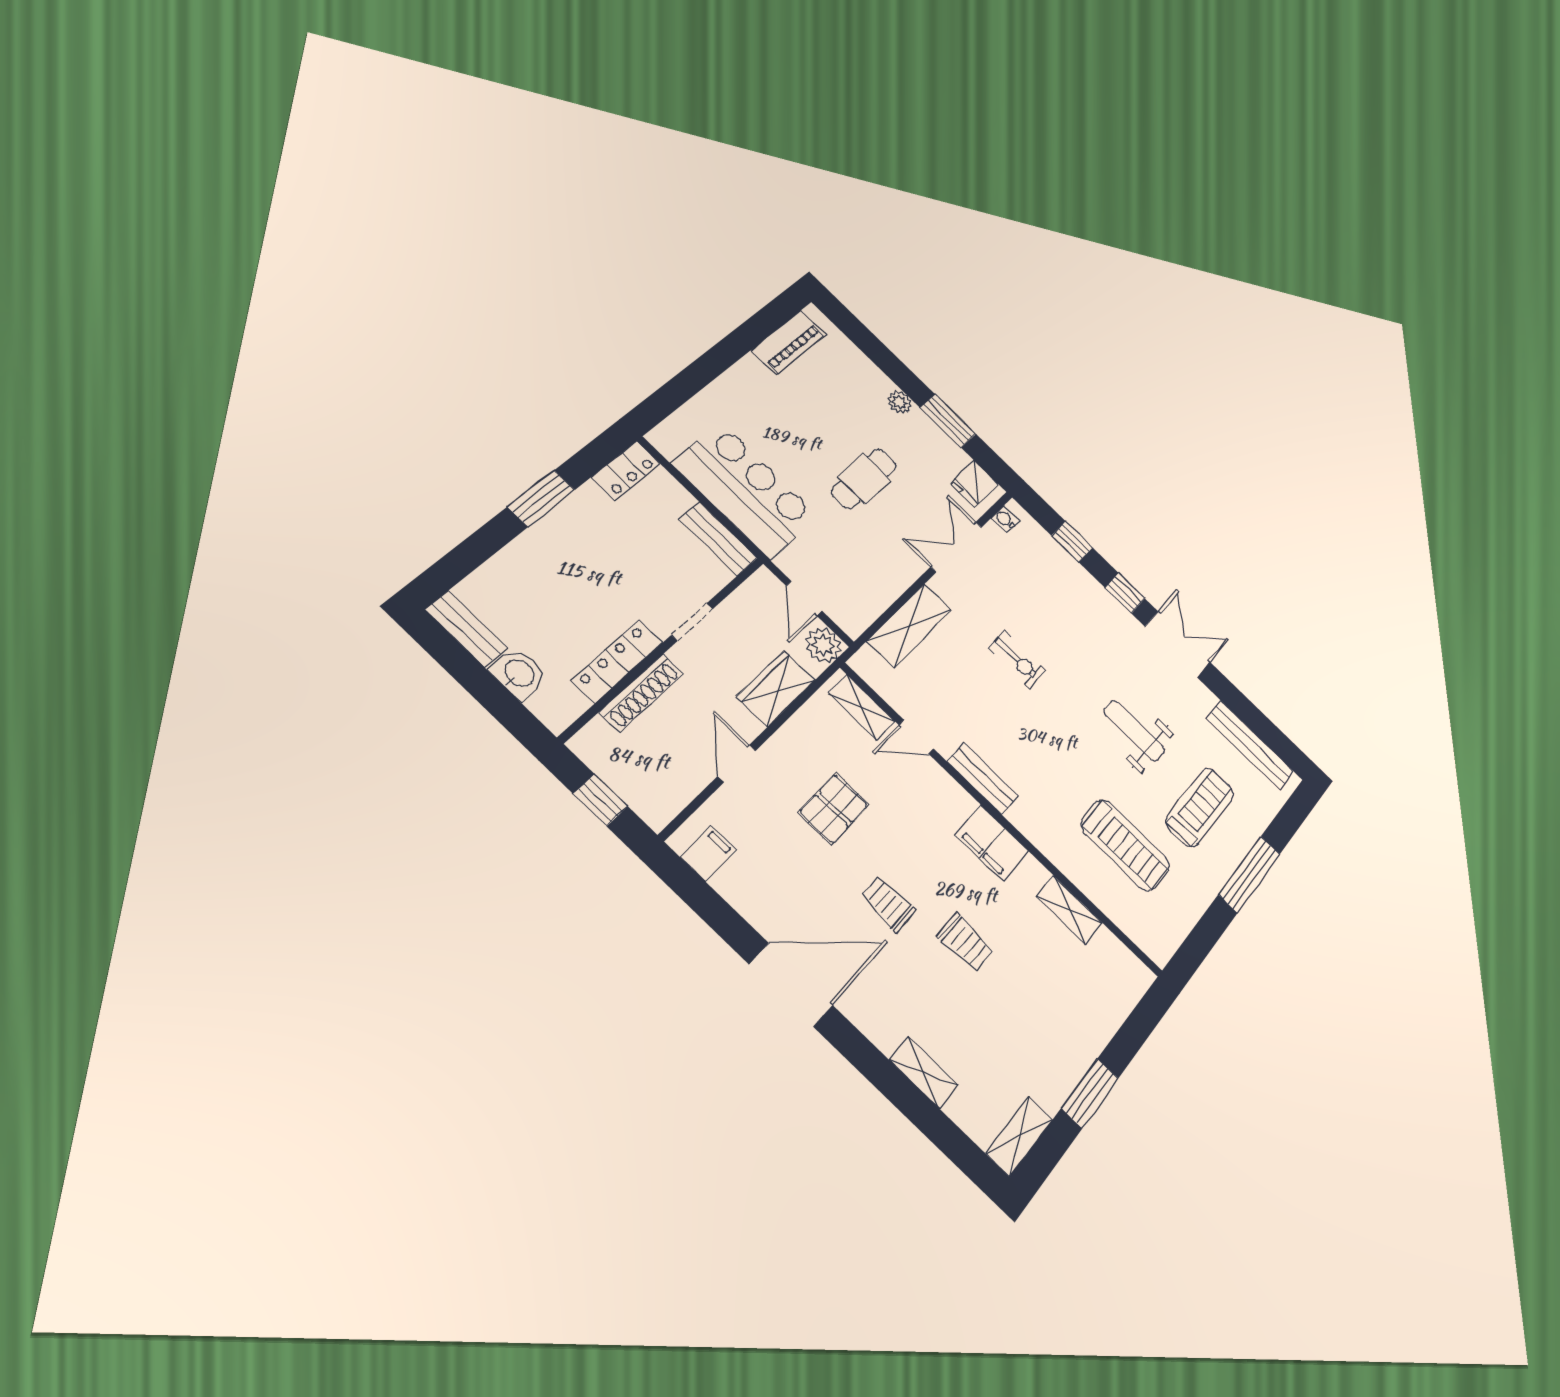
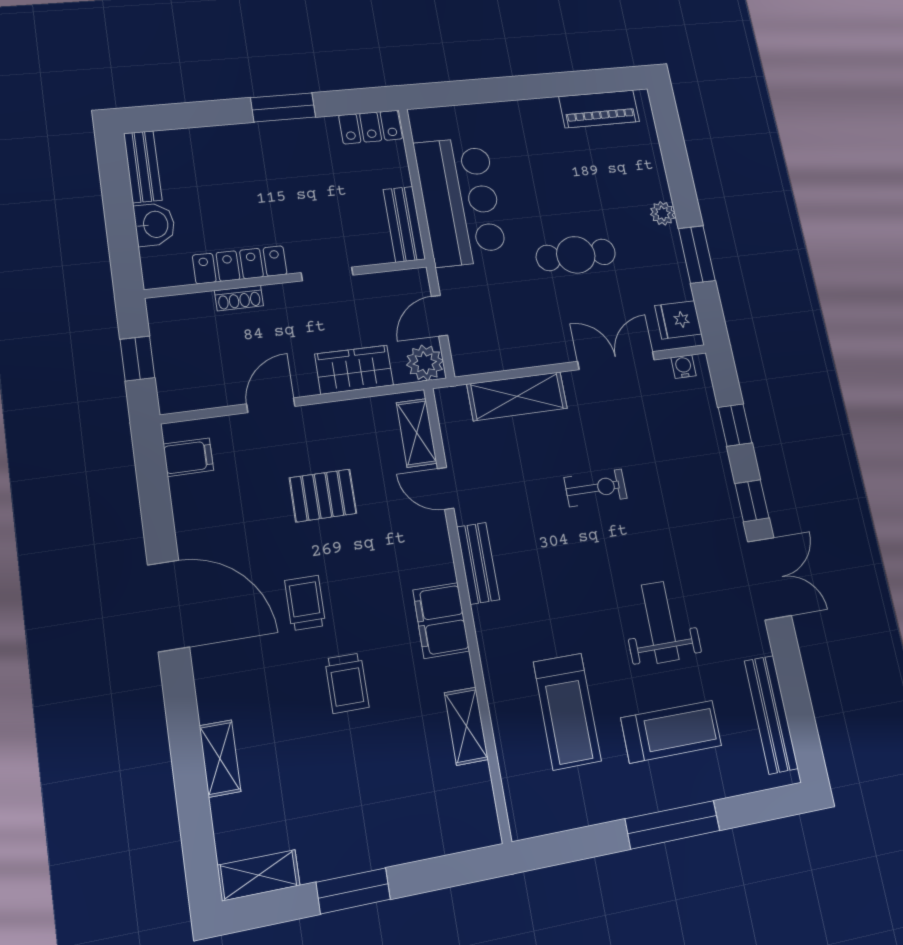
exercise bike: (1017, 659) -> (596, 488), turned -90
shoe rack: (642, 693) -> (239, 298), width x0.51, depth x0.81

